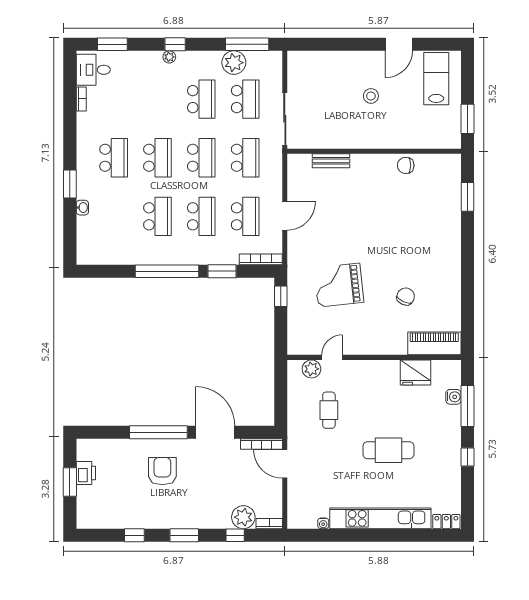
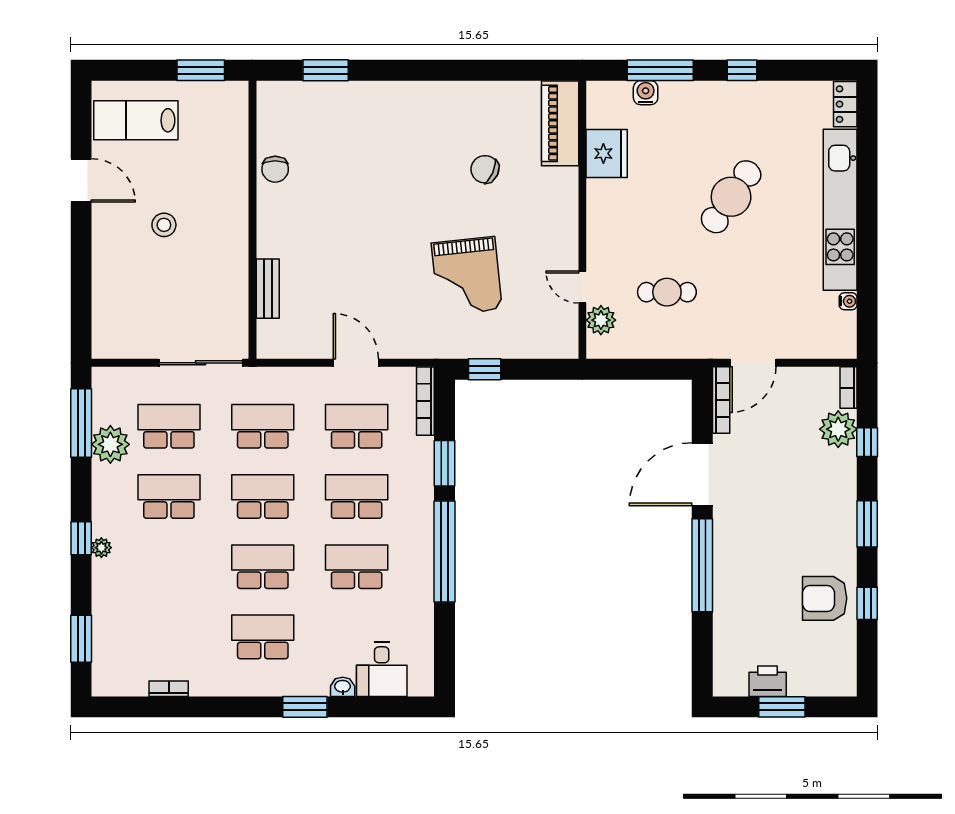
desk: (93, 70) -> (382, 669), moved
cafe table: (388, 450) -> (731, 197), turned 35
armchair: (162, 471) -> (825, 598), moved

